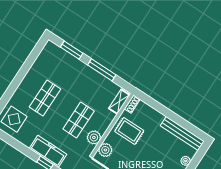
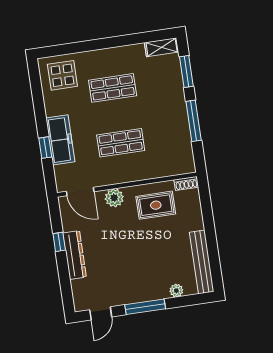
shelving: (119, 102) -> (162, 47), moved
rug: (129, 131) -> (156, 205), turned 90
plant: (94, 137) -> (117, 175), removed

